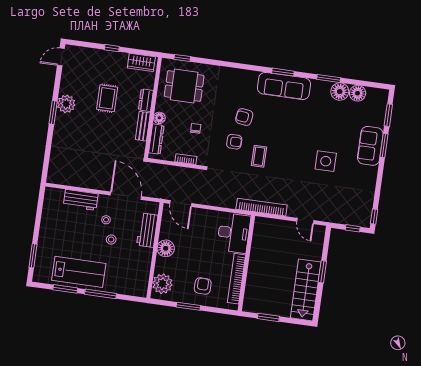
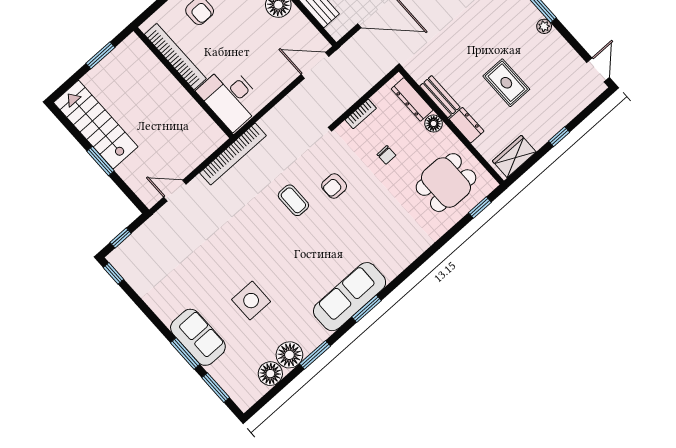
plant: (66, 104) -> (544, 26), width x0.53, depth x0.53
armchair: (244, 117) -> (352, 221), removed
side table: (326, 161) -> (251, 301), moved

